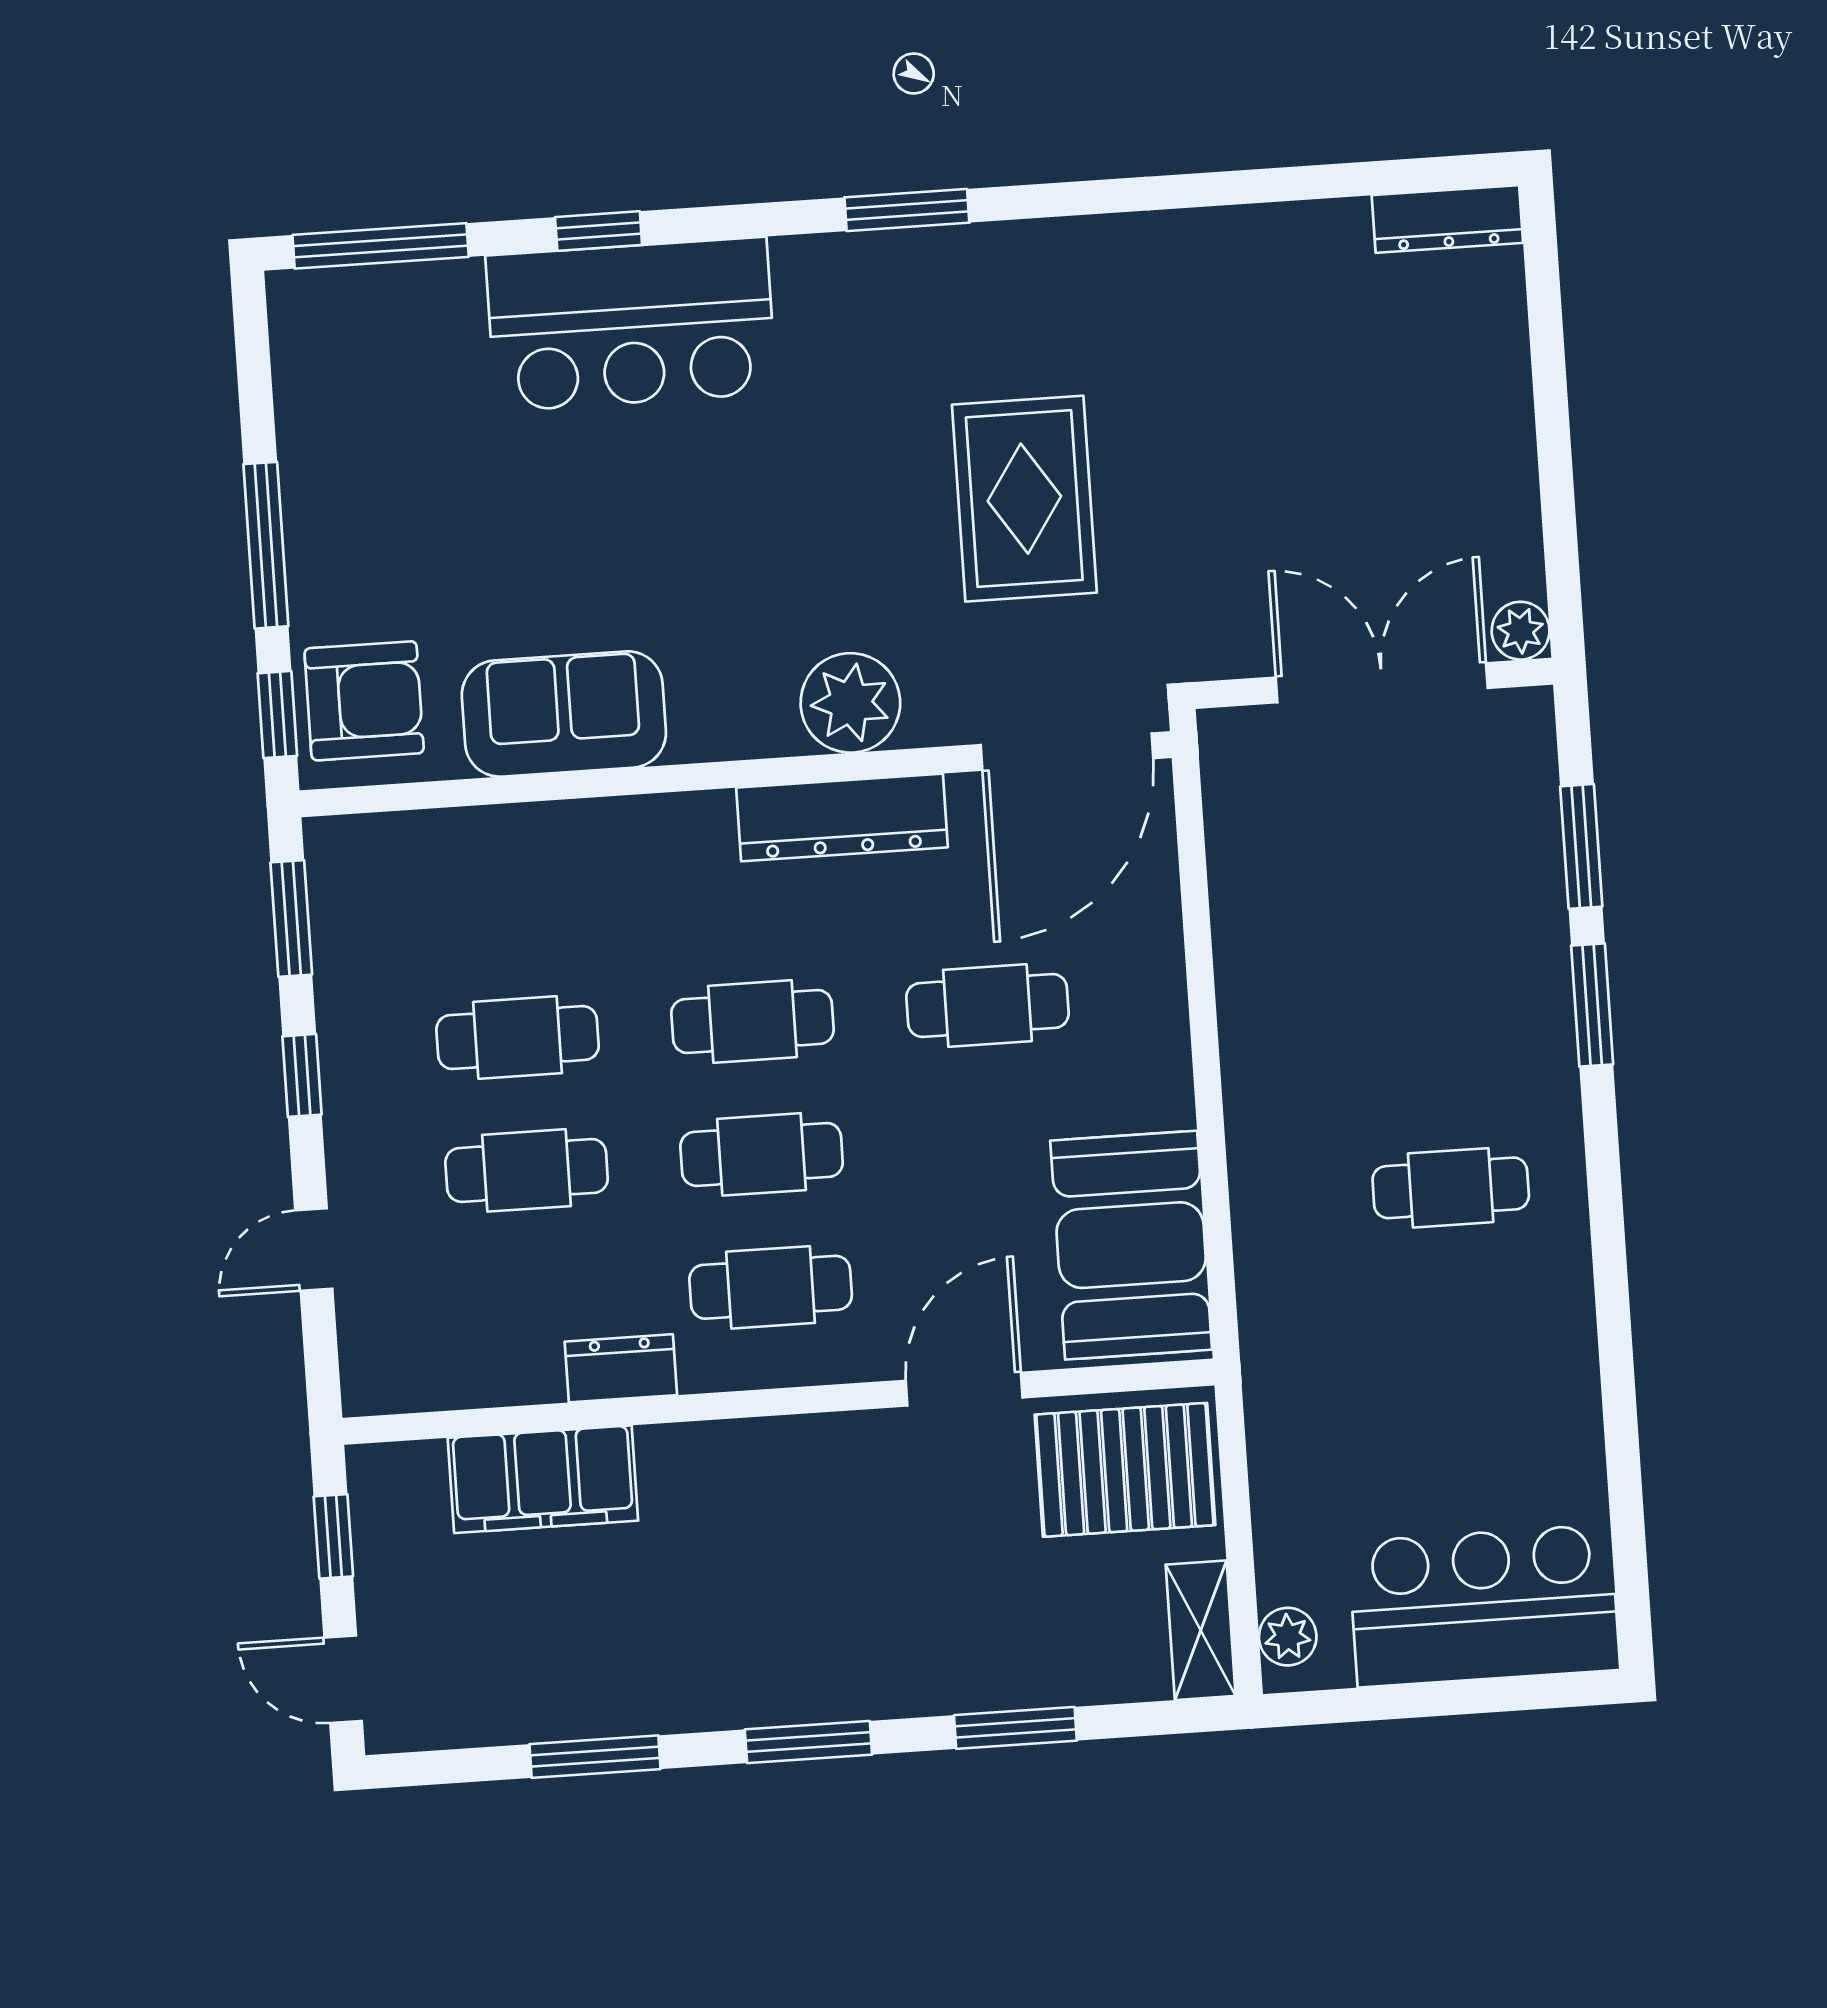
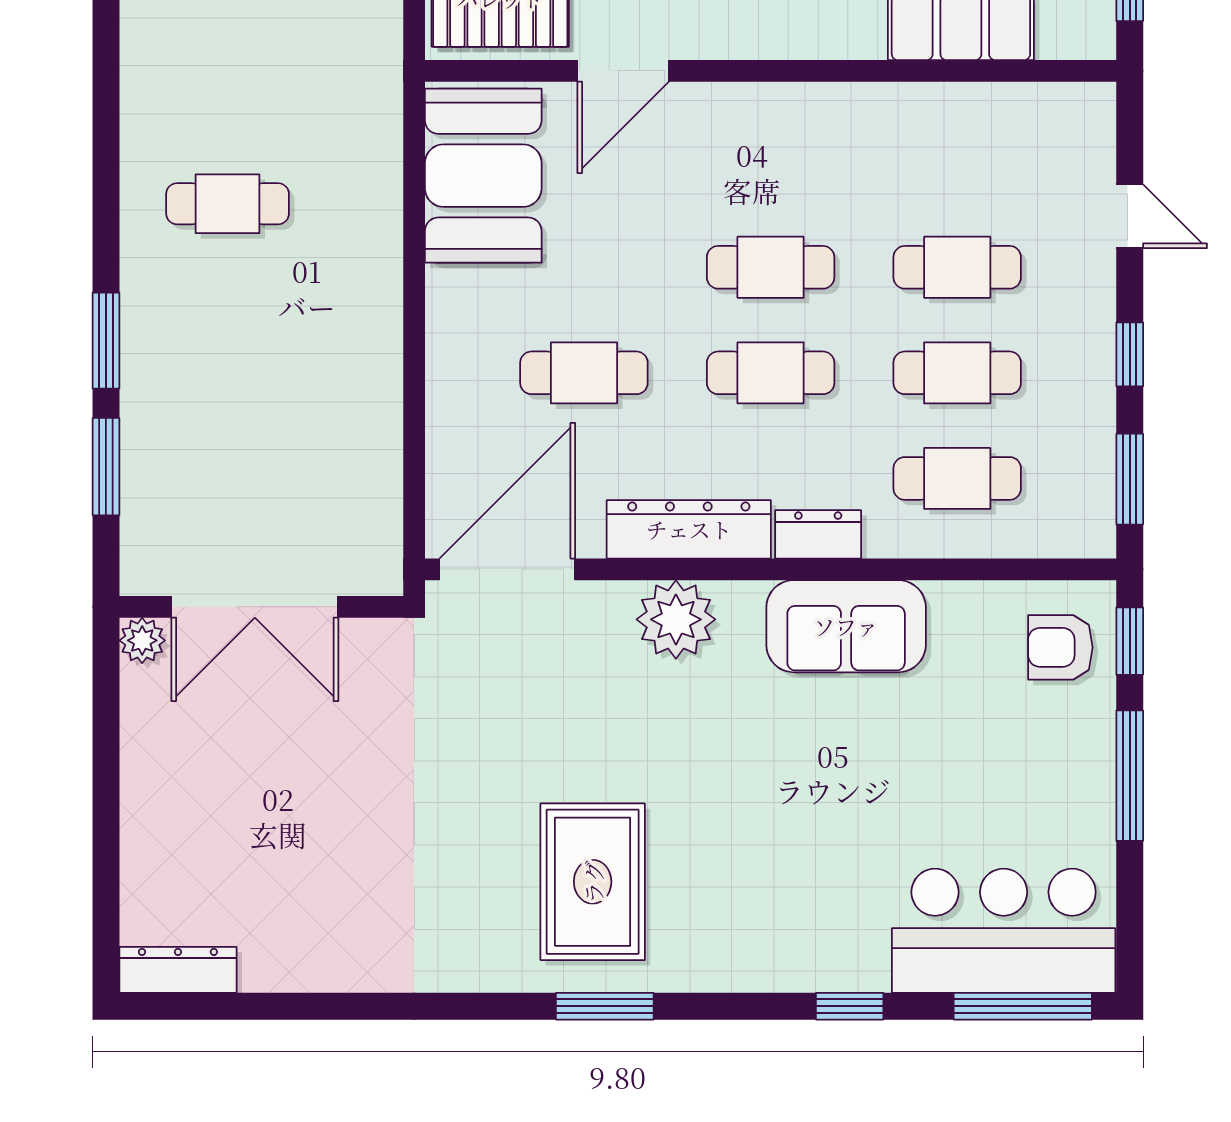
bar counter: (631, 324) -> (1004, 931), moved
rug: (1024, 499) -> (593, 882), moved
armchair: (364, 701) -> (1060, 647), width x0.72, depth x0.72
sofa: (564, 714) -> (846, 626), moved
door: (314, 1250) -> (1130, 216), hinge flipped
cafe table: (771, 1287) -> (957, 478), moved
dresser: (621, 1368) -> (818, 534), moved, turned 180

